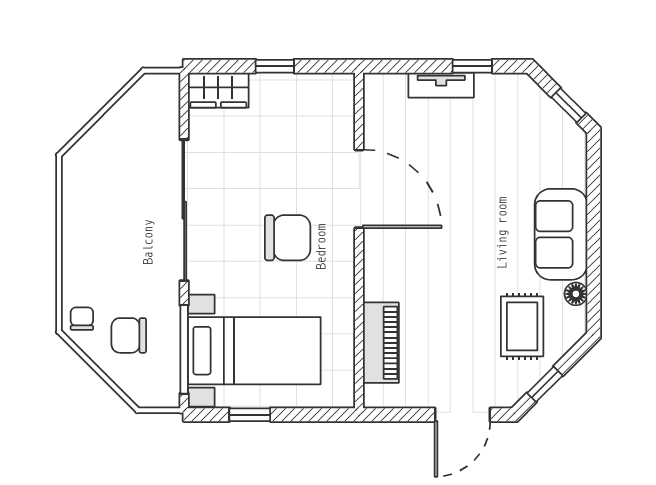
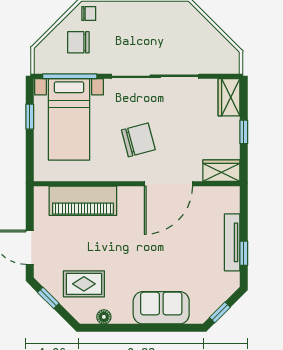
tv unit: (441, 85) -> (232, 242), width x1.41
wardrobe: (338, 103) -> (221, 171), added
sofa: (561, 234) -> (161, 308), moved
chair: (288, 238) -> (138, 140), turned -105
chair: (129, 335) -> (78, 42), turned -90
piano: (381, 343) -> (83, 201), width x1.37, depth x1.33

